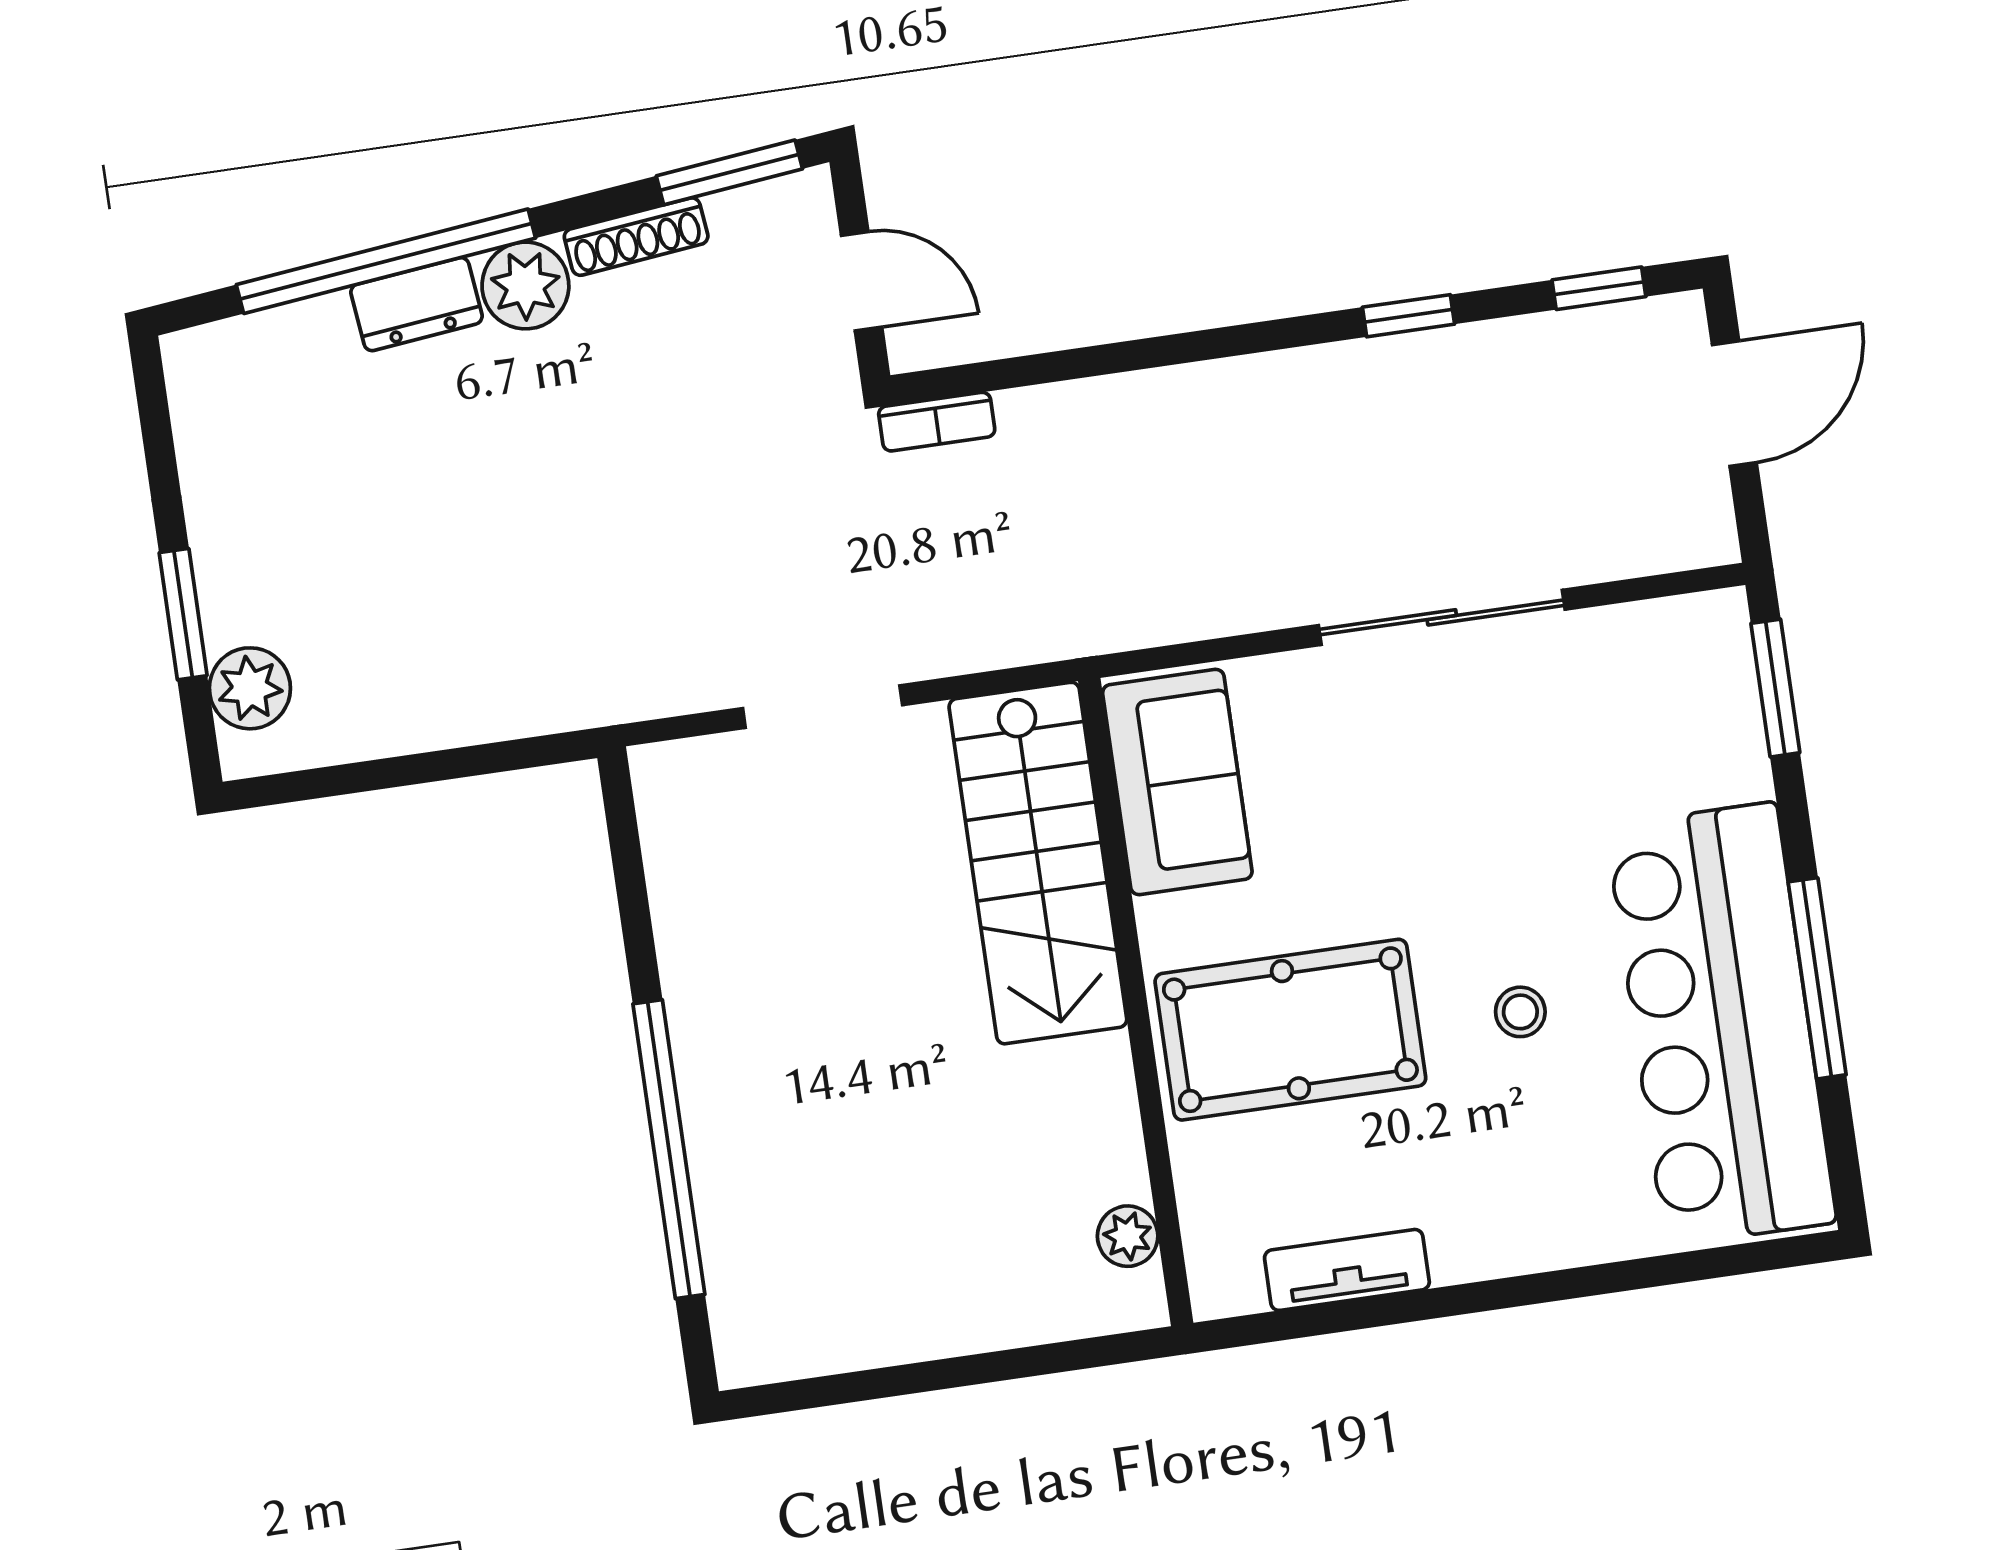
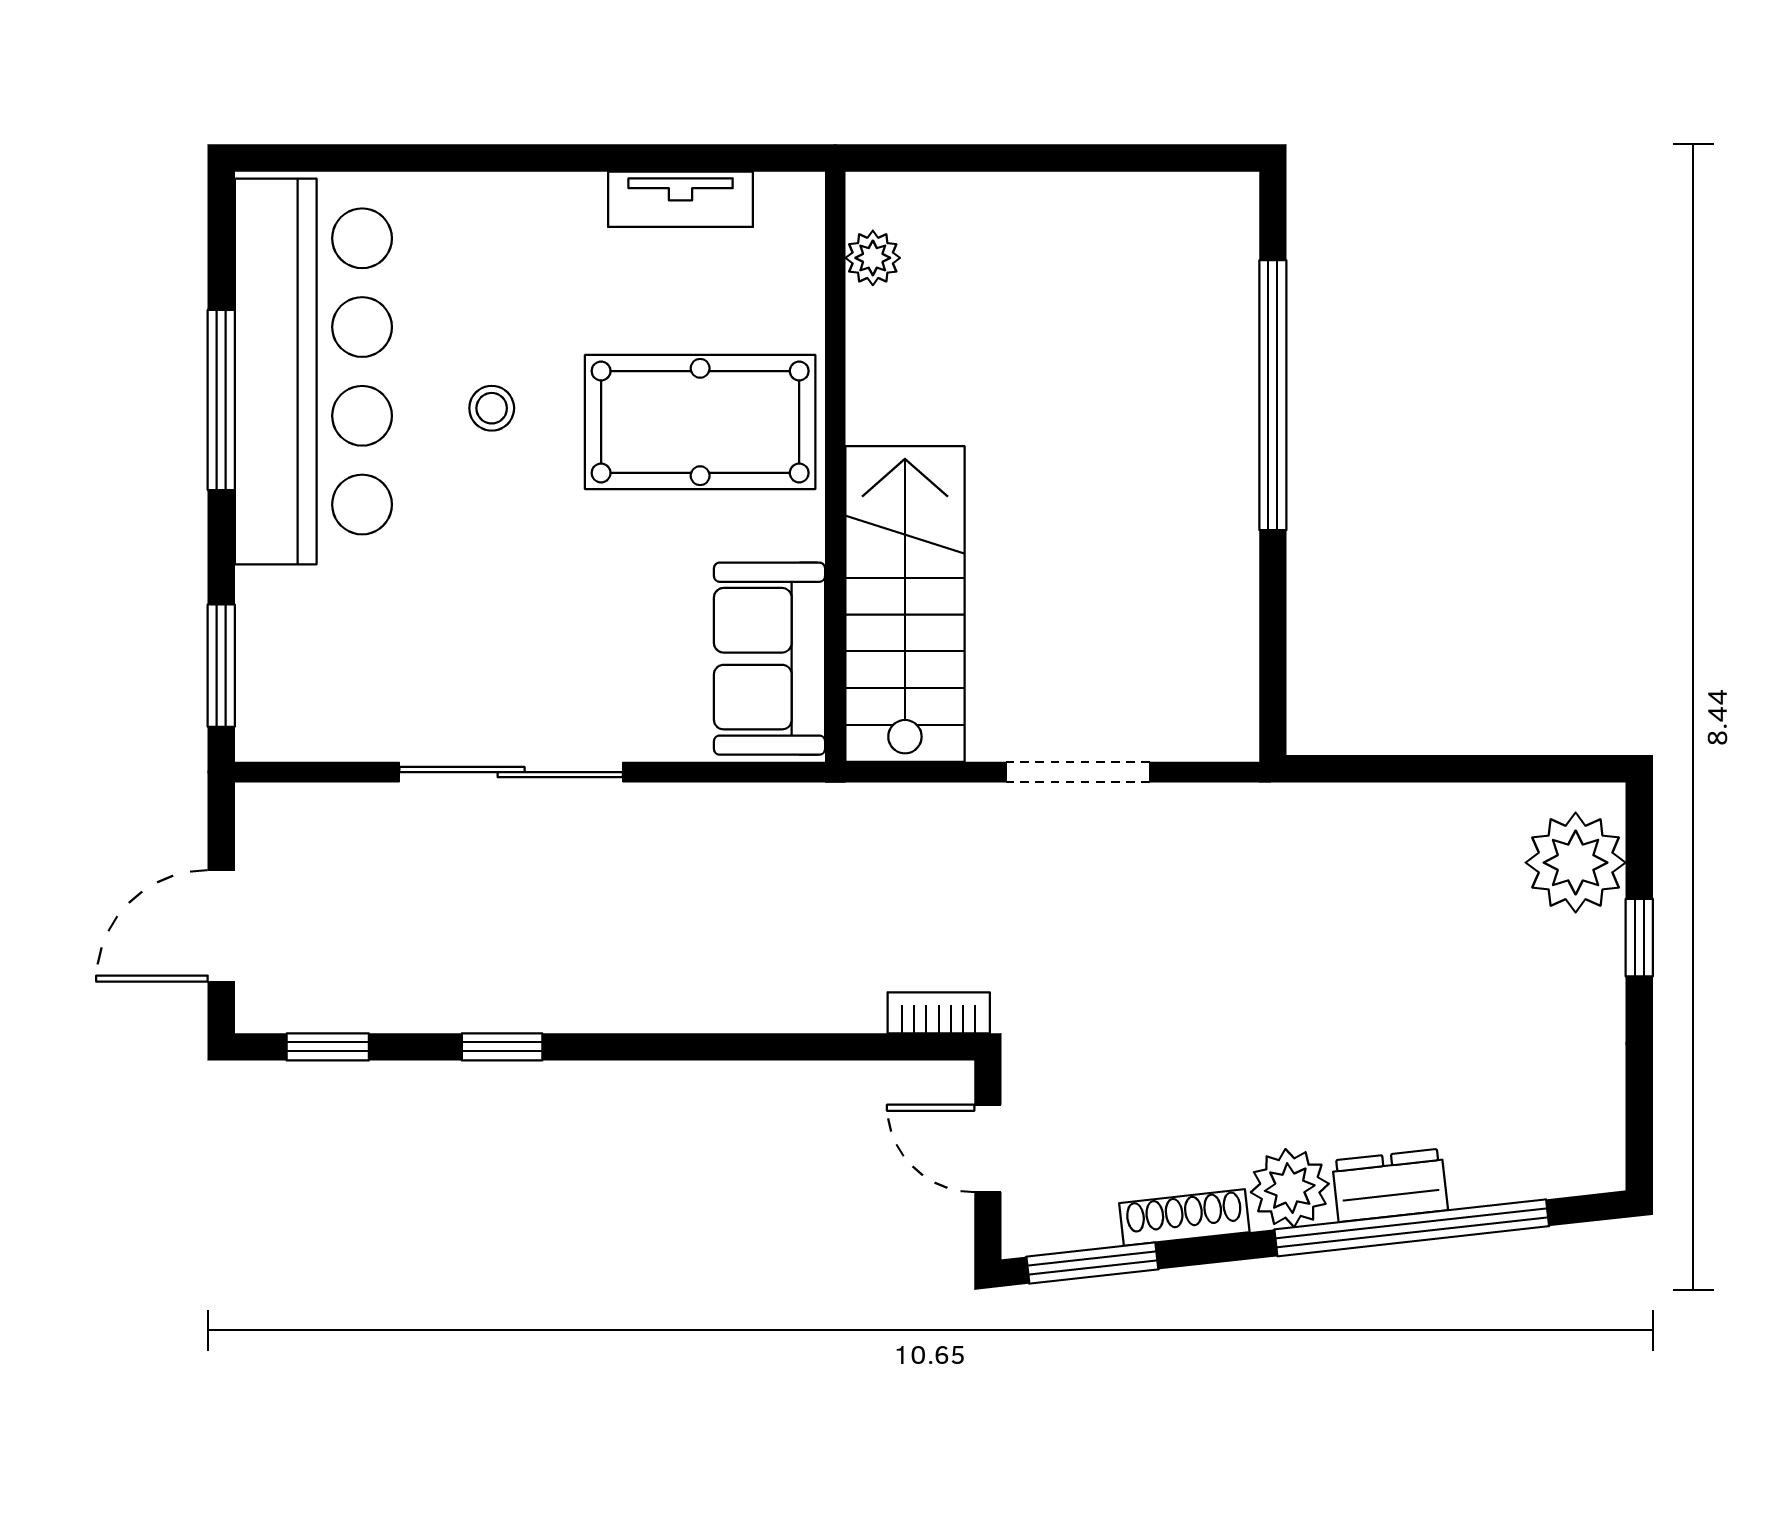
window: (183, 614) -> (1639, 938), width x0.67
plant: (250, 688) -> (1576, 863), width x1.36, depth x1.36

